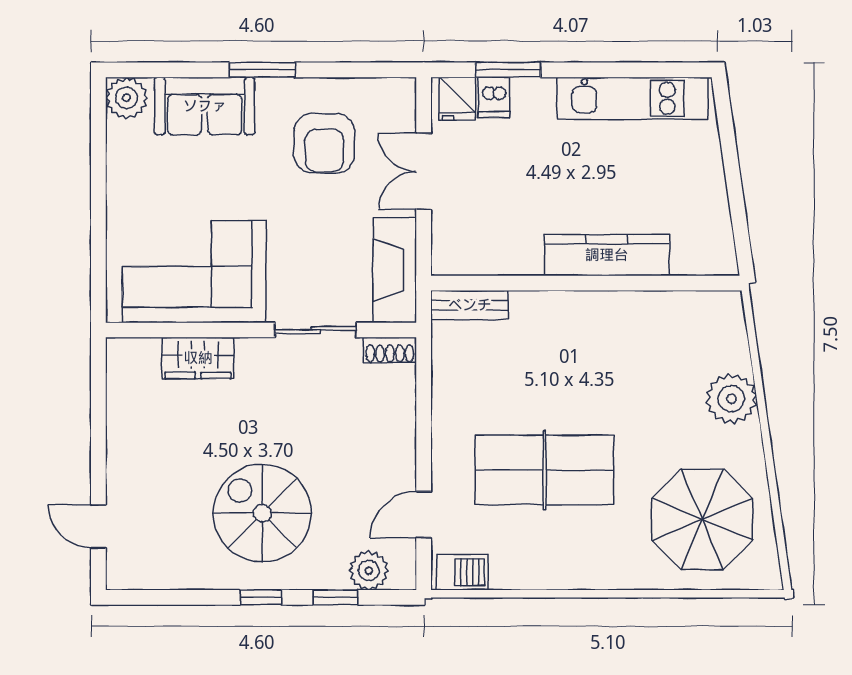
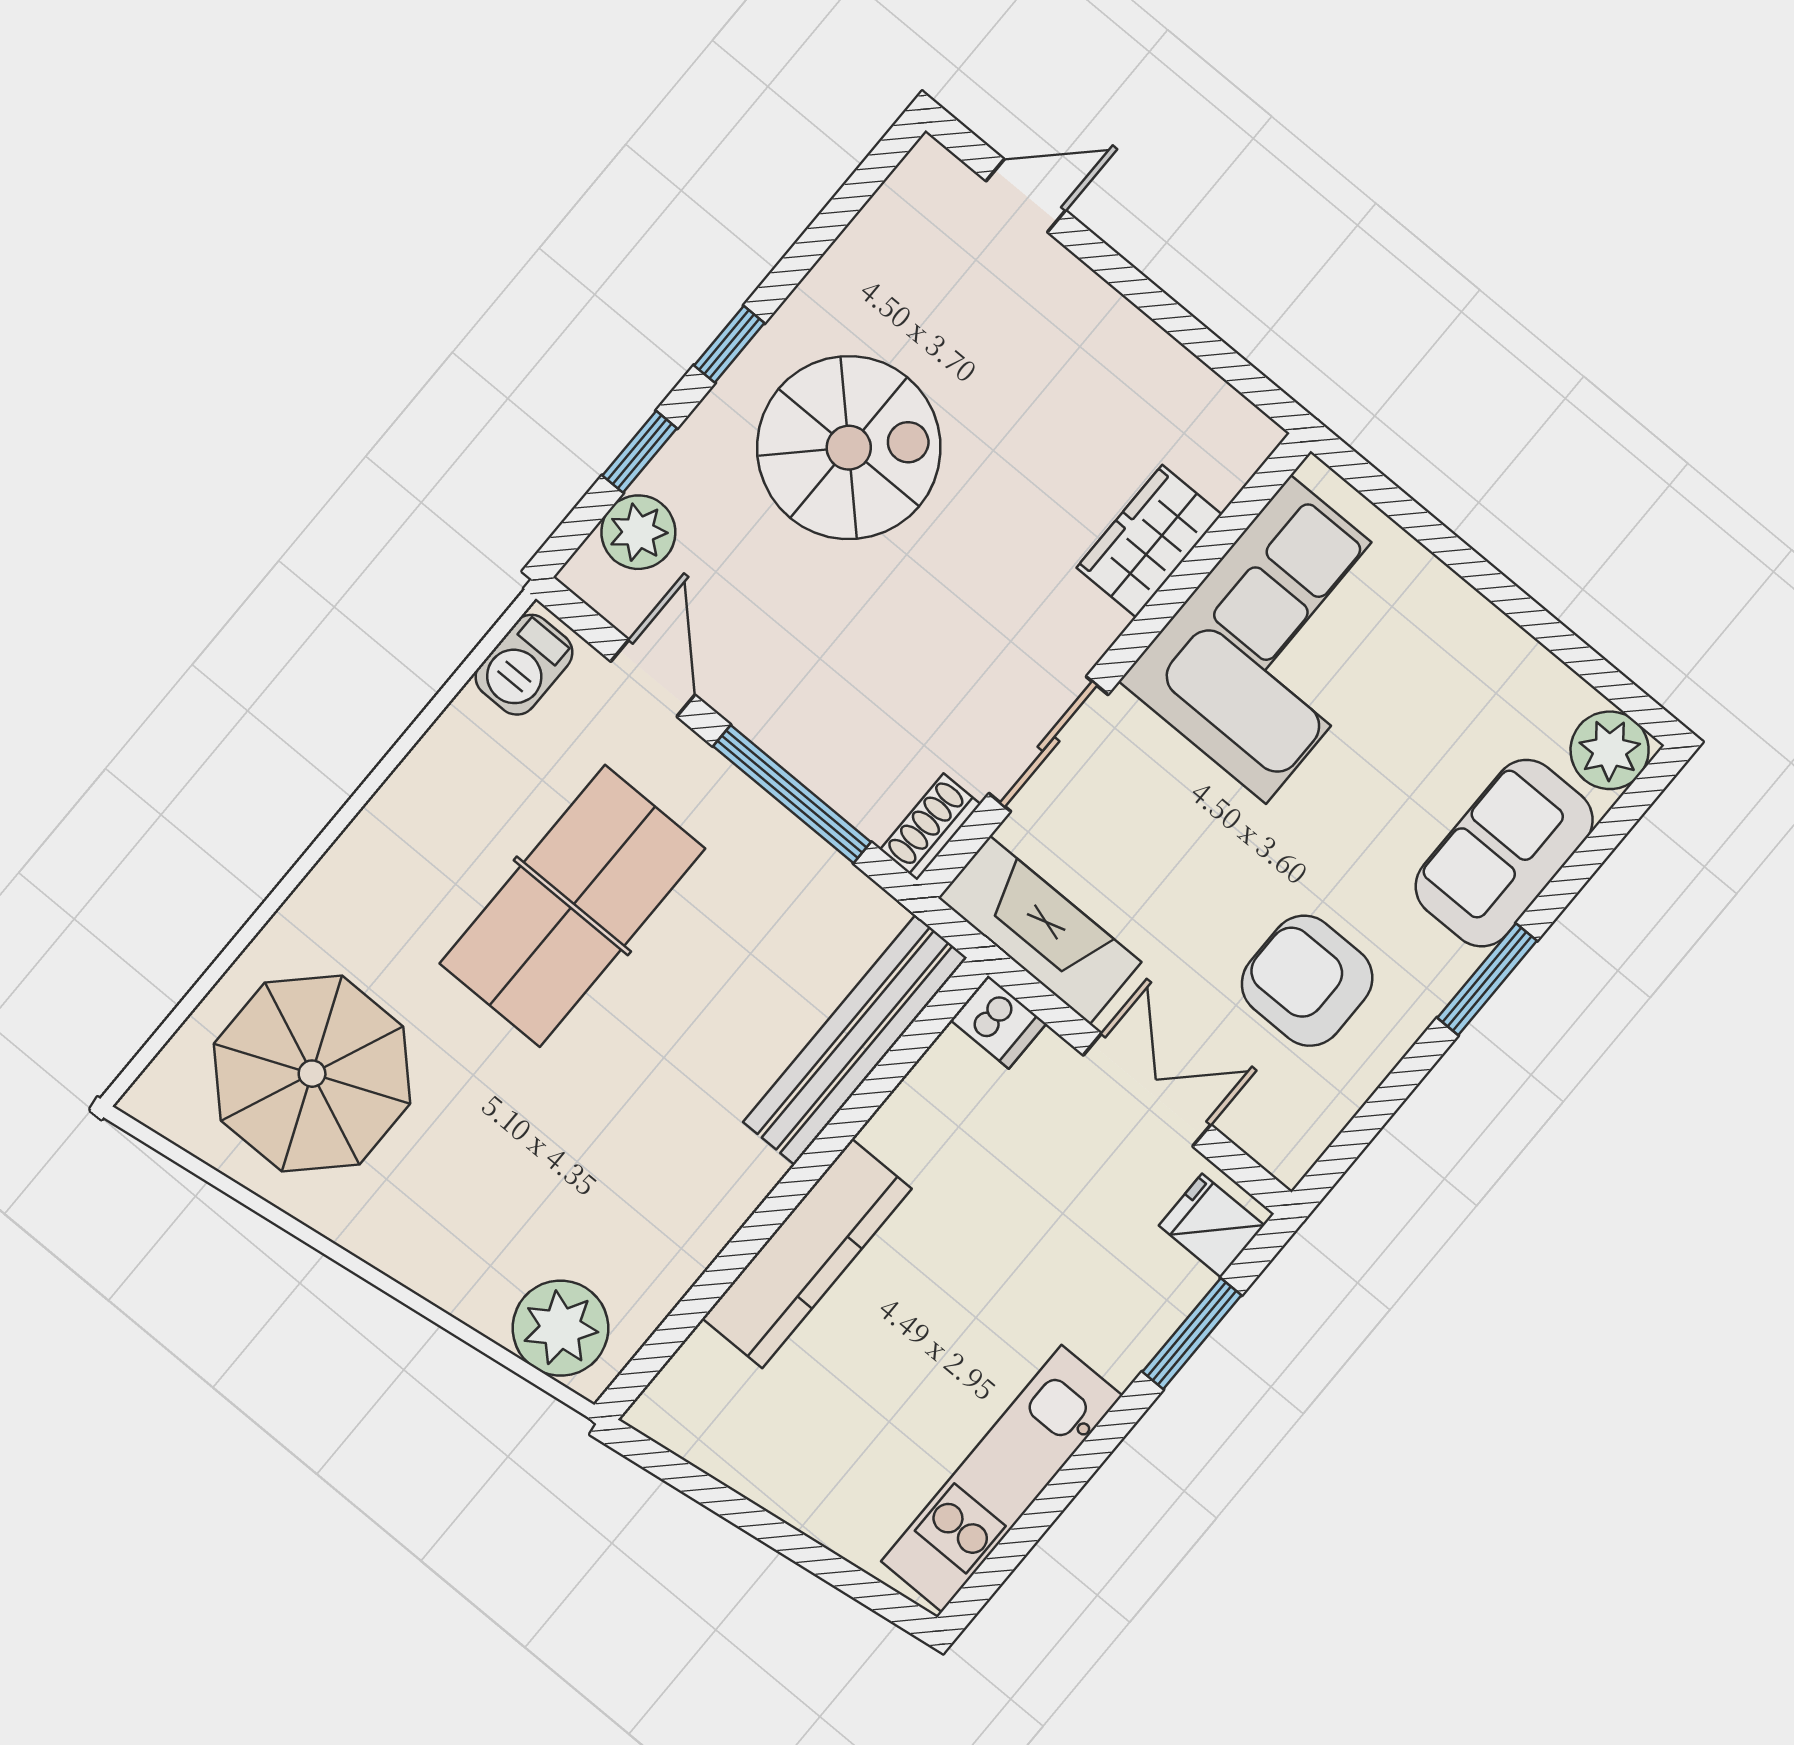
dishwasher: (494, 97) -> (998, 1022), moved, turned 180
bench: (470, 305) -> (855, 1040), width x1.86, depth x1.21
plant: (731, 399) -> (561, 1328), moved
window: (424, 418) -> (792, 794), added

